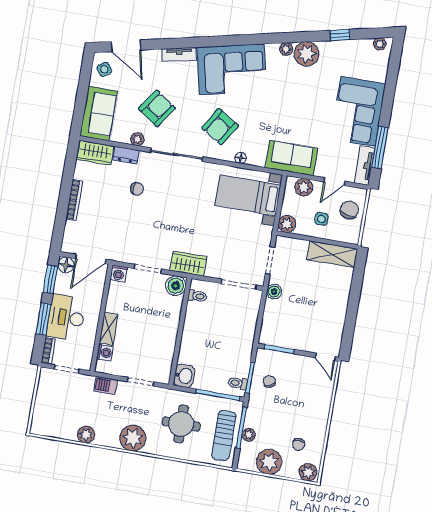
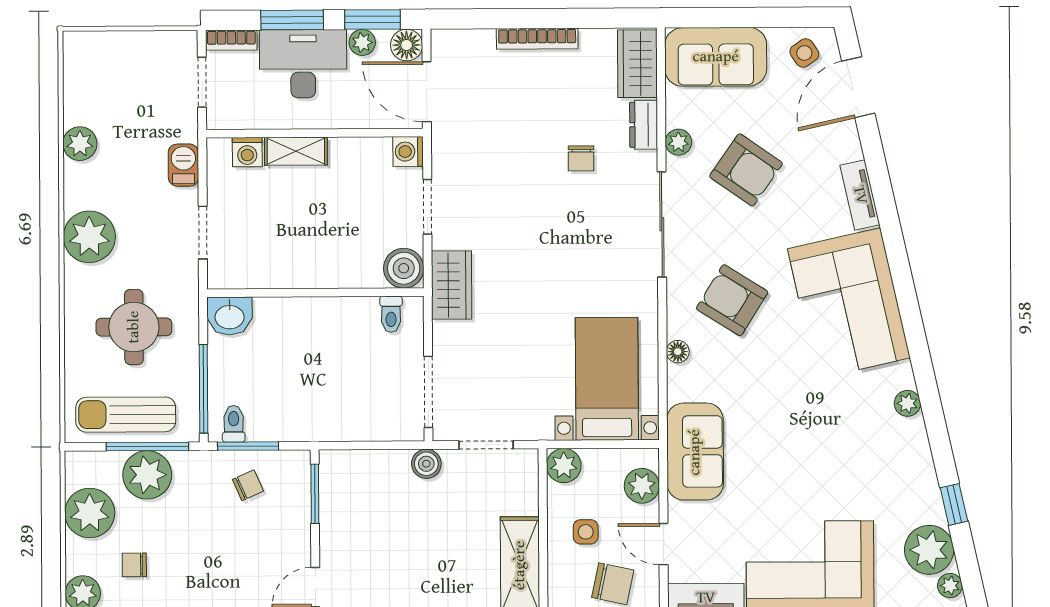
plant: (307, 54) -> (929, 550), moved
plant: (61, 287) -> (362, 42), added
plant: (249, 435) -> (147, 475), width x1.88, depth x1.88

